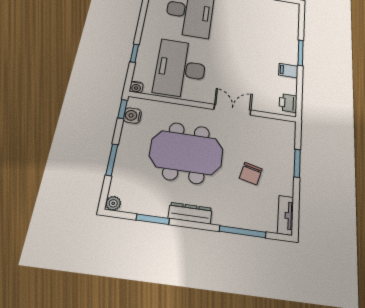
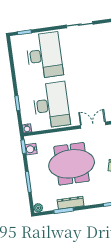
desk: (181, 69) -> (51, 105), turned 180
dresser: (190, 213) -> (71, 203), moved

